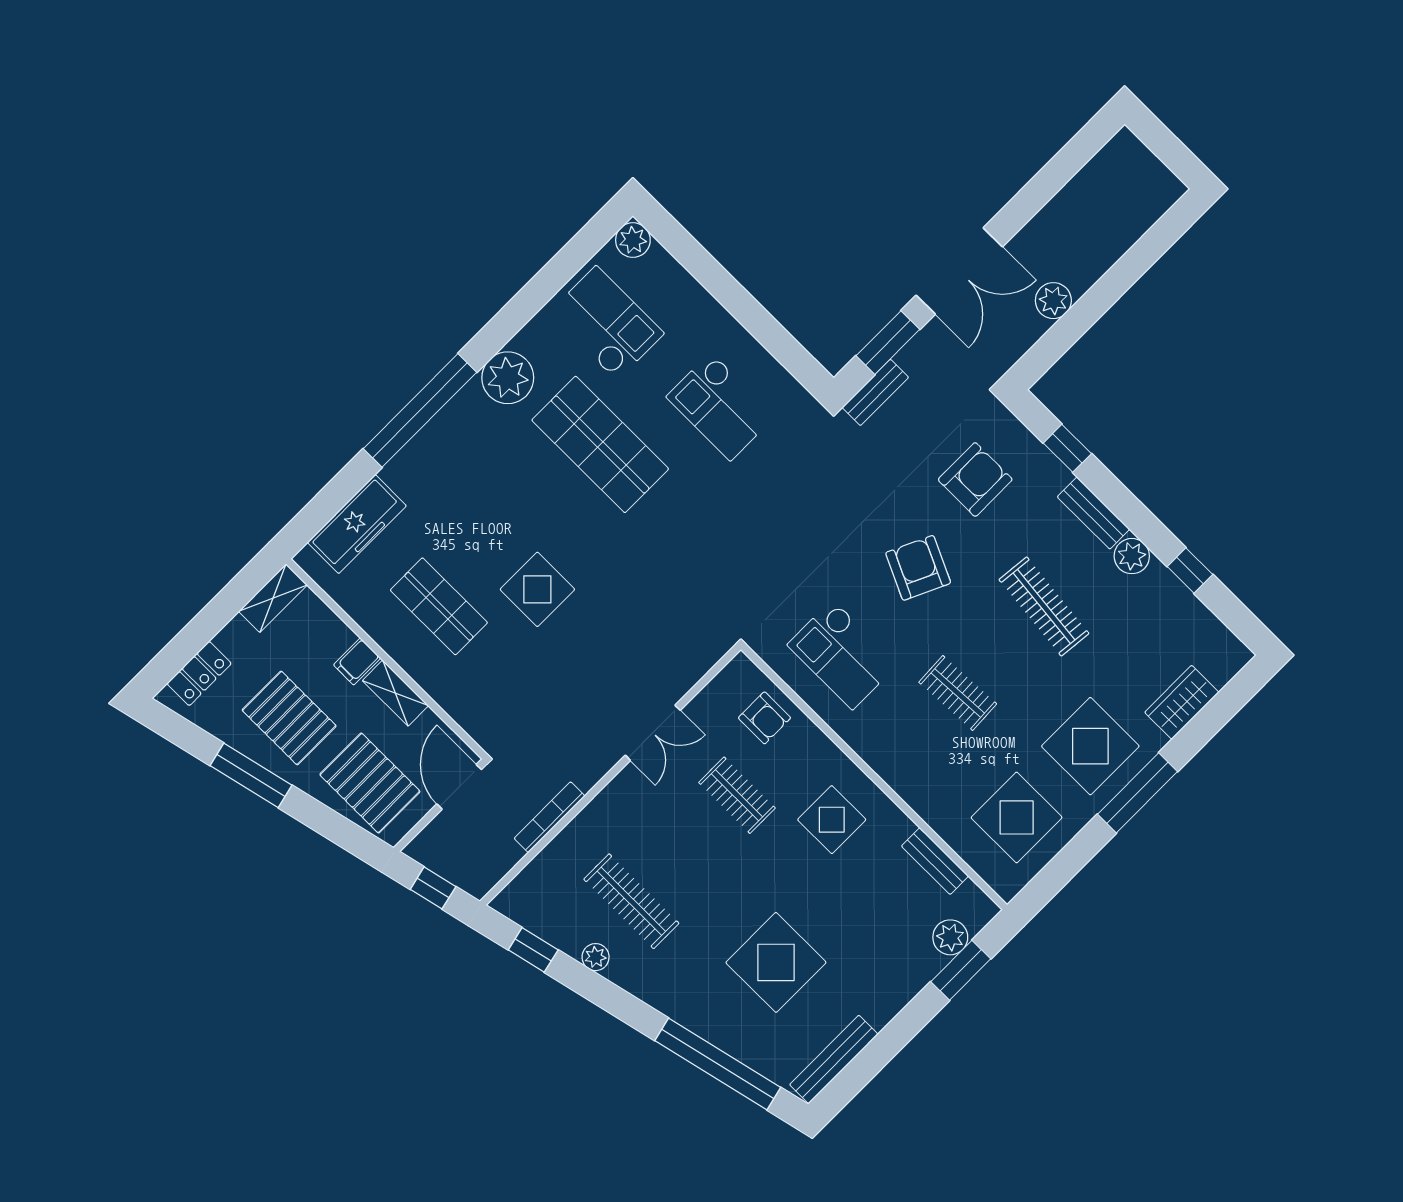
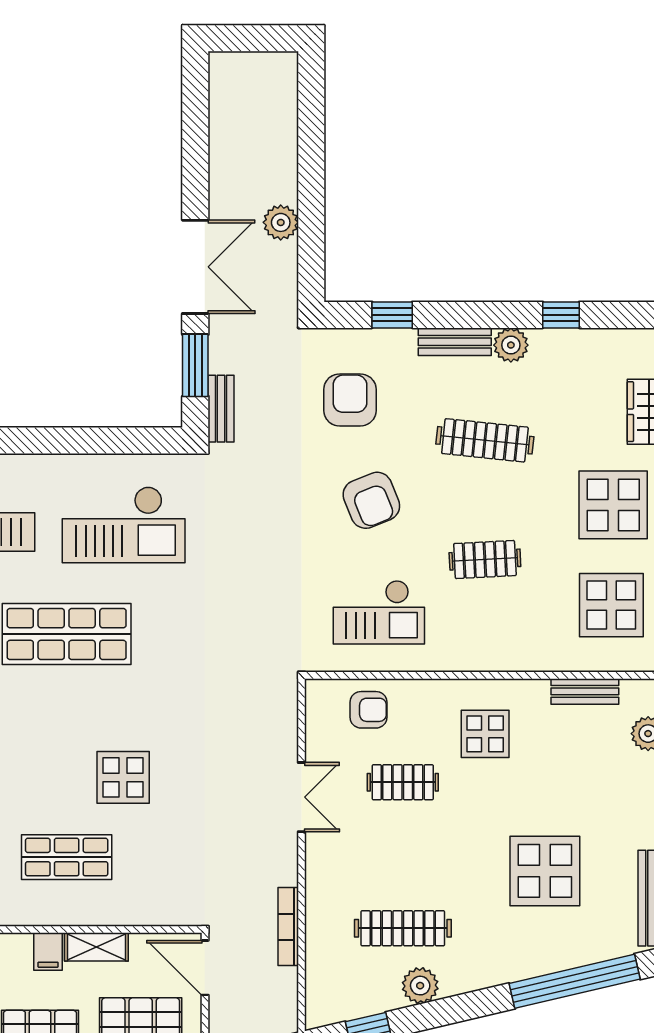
checkout: (721, 406) -> (124, 525), width x1.36, depth x1.21
armchair: (918, 568) -> (371, 500), turned -137
plant: (596, 957) -> (420, 986), width x1.38, depth x1.38

